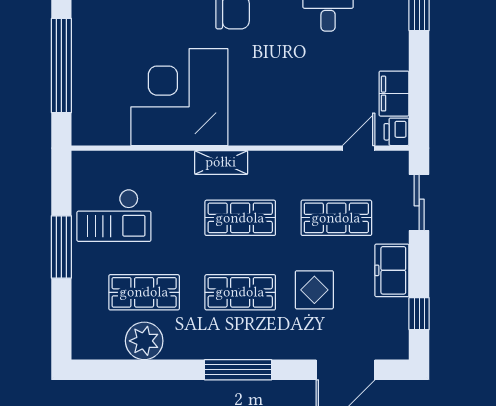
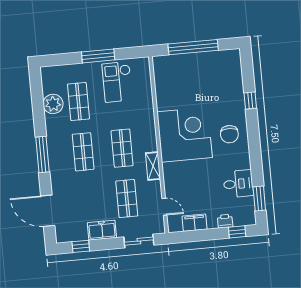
corner desk: (179, 97) -> (185, 135), moved
printer: (397, 132) -> (225, 221), moved
shelving: (221, 162) -> (153, 166), moved
display table: (314, 290) -> (88, 190), removed

